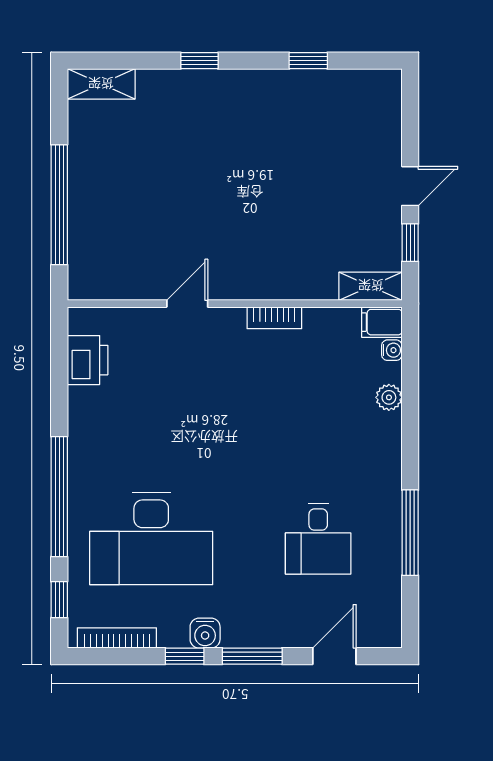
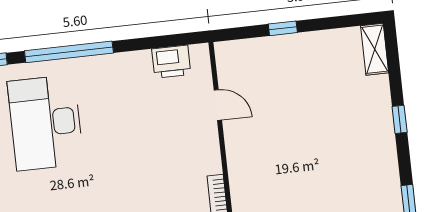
window: (59, 205) -> (283, 28), width x0.32
door: (187, 304) -> (218, 105), moved

